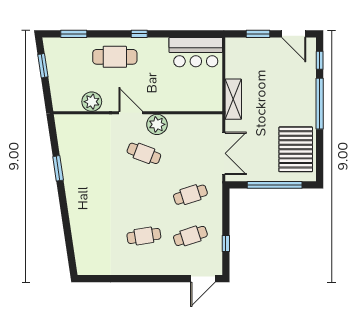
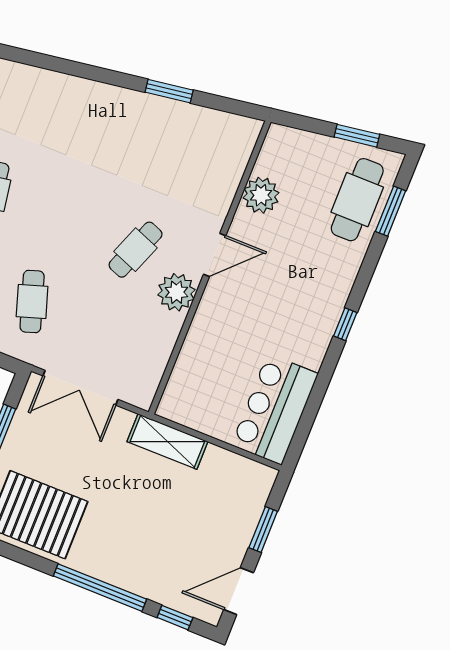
cafe table: (115, 57) -> (357, 200), moved

